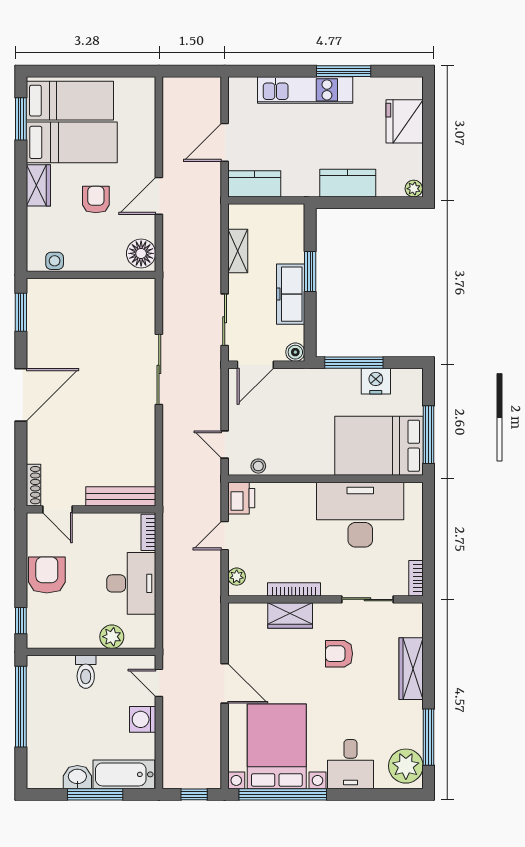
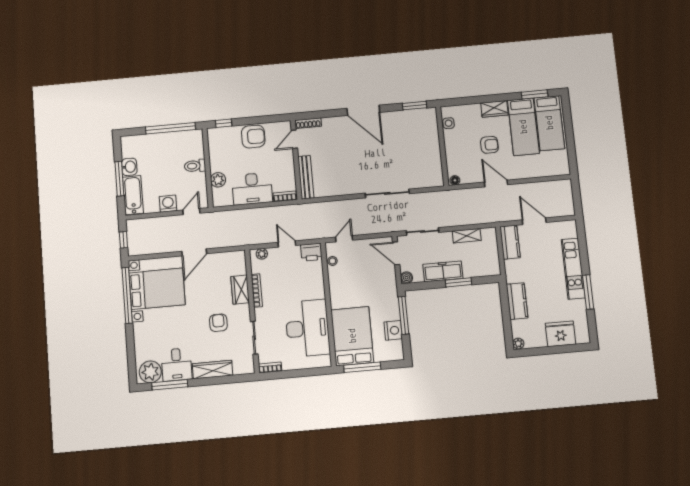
floor lamp: (141, 253) -> (455, 180), width x0.53, depth x0.53
desk: (350, 764) -> (177, 365), moved, turned -90

